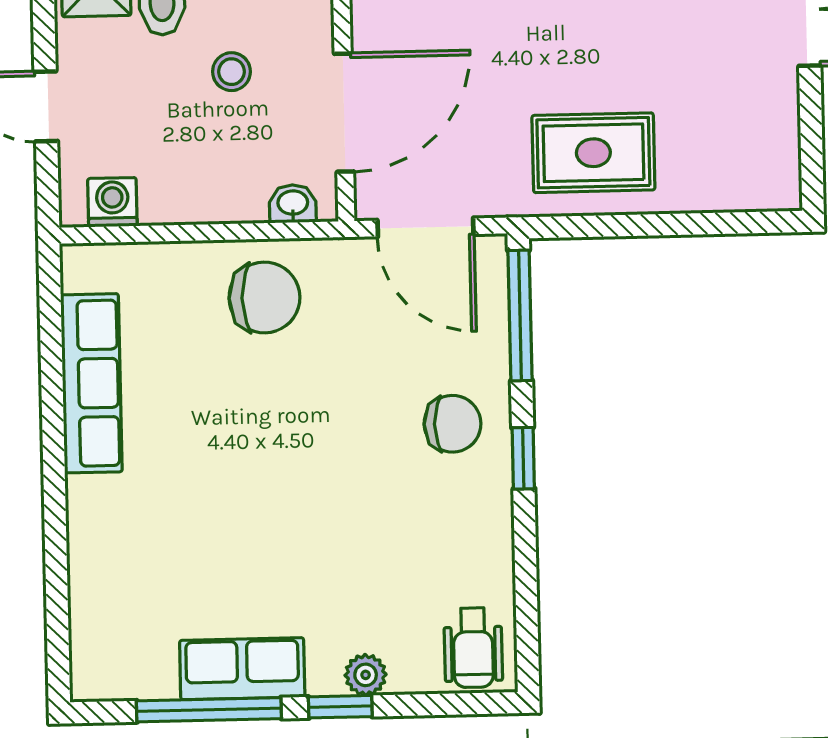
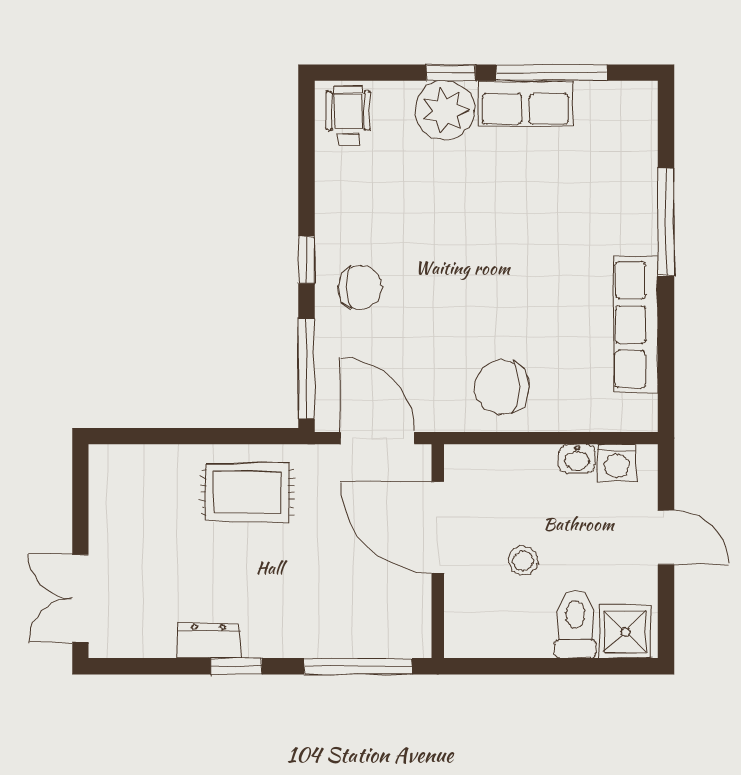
door: (344, 113) -> (438, 527), hinge flipped
washbasin: (293, 204) -> (577, 459), moved
chair: (453, 424) -> (360, 287), turned 180
window: (55, 518) -> (666, 222), added
plant: (366, 675) -> (445, 110), width x1.87, depth x1.87

